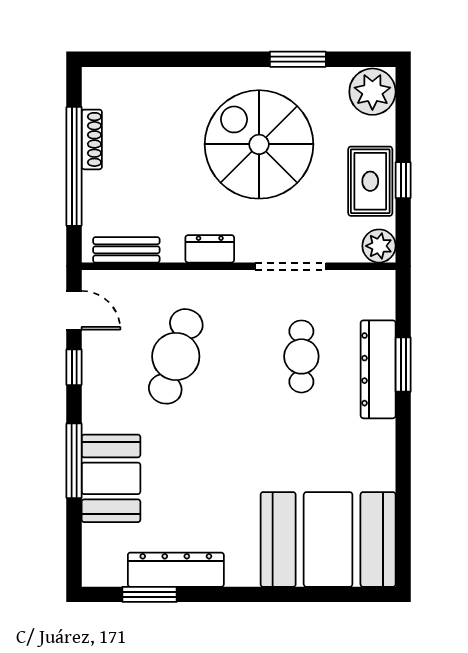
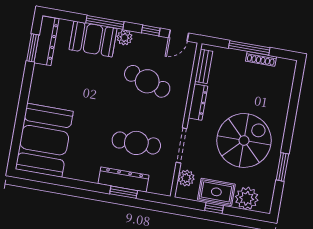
plant: (372, 92) -> (247, 198), moved
window: (74, 166) -> (249, 48), width x0.68
plant: (379, 246) -> (186, 178), moved
dresser: (210, 249) -> (198, 102), width x1.44
cafe table: (301, 356) -> (136, 143), width x1.37, depth x1.35
plant: (97, 417) -> (125, 38), added
dresser: (176, 570) -> (47, 41), moved

